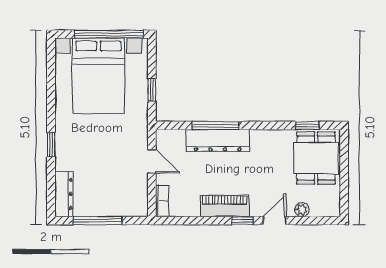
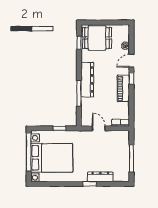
dresser: (218, 141) -> (87, 80), moved
door: (152, 161) -> (99, 128), hinge flipped
dresser: (64, 194) -> (100, 177), moved
door: (275, 221) -> (131, 61), hinge flipped

